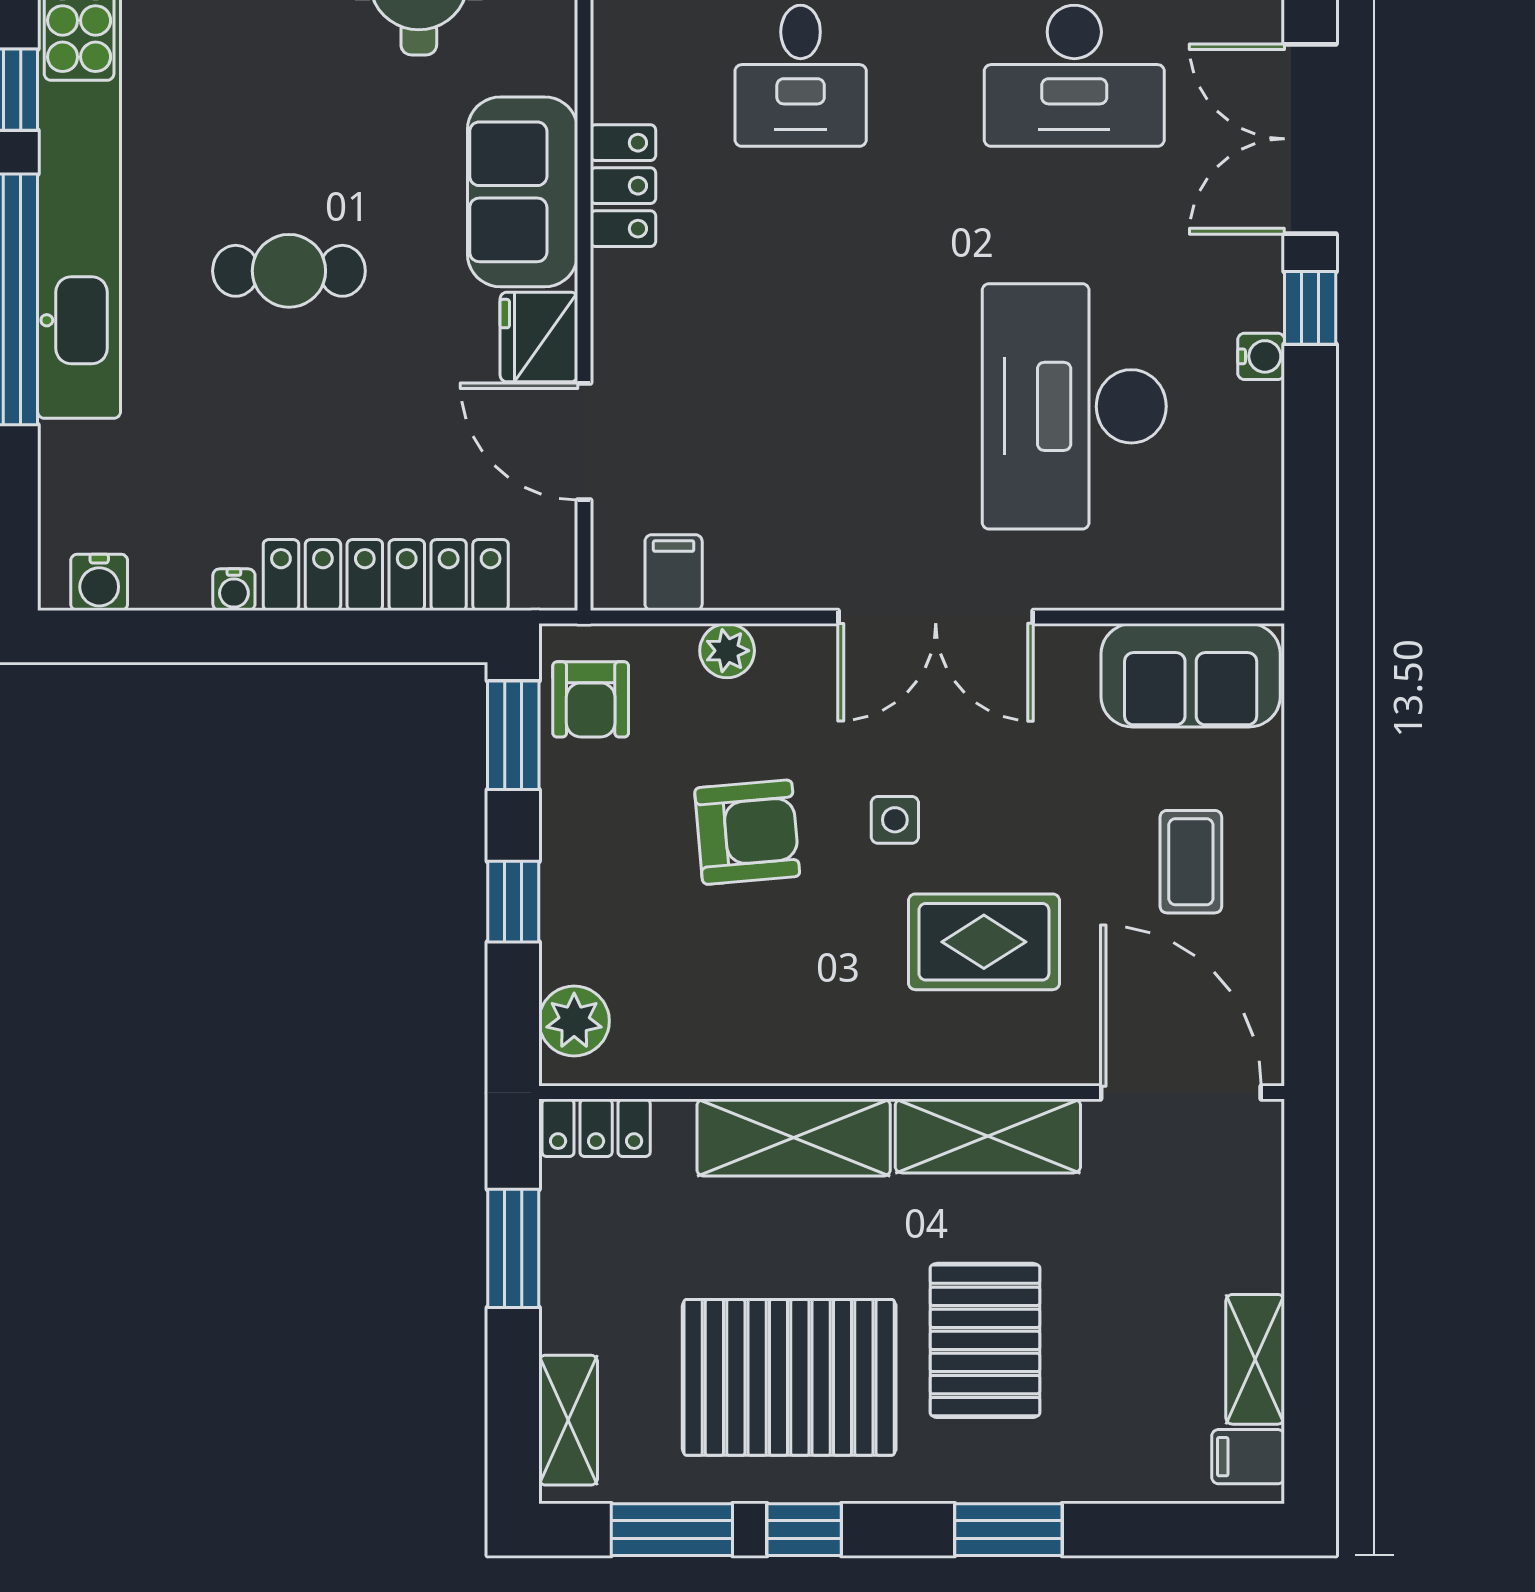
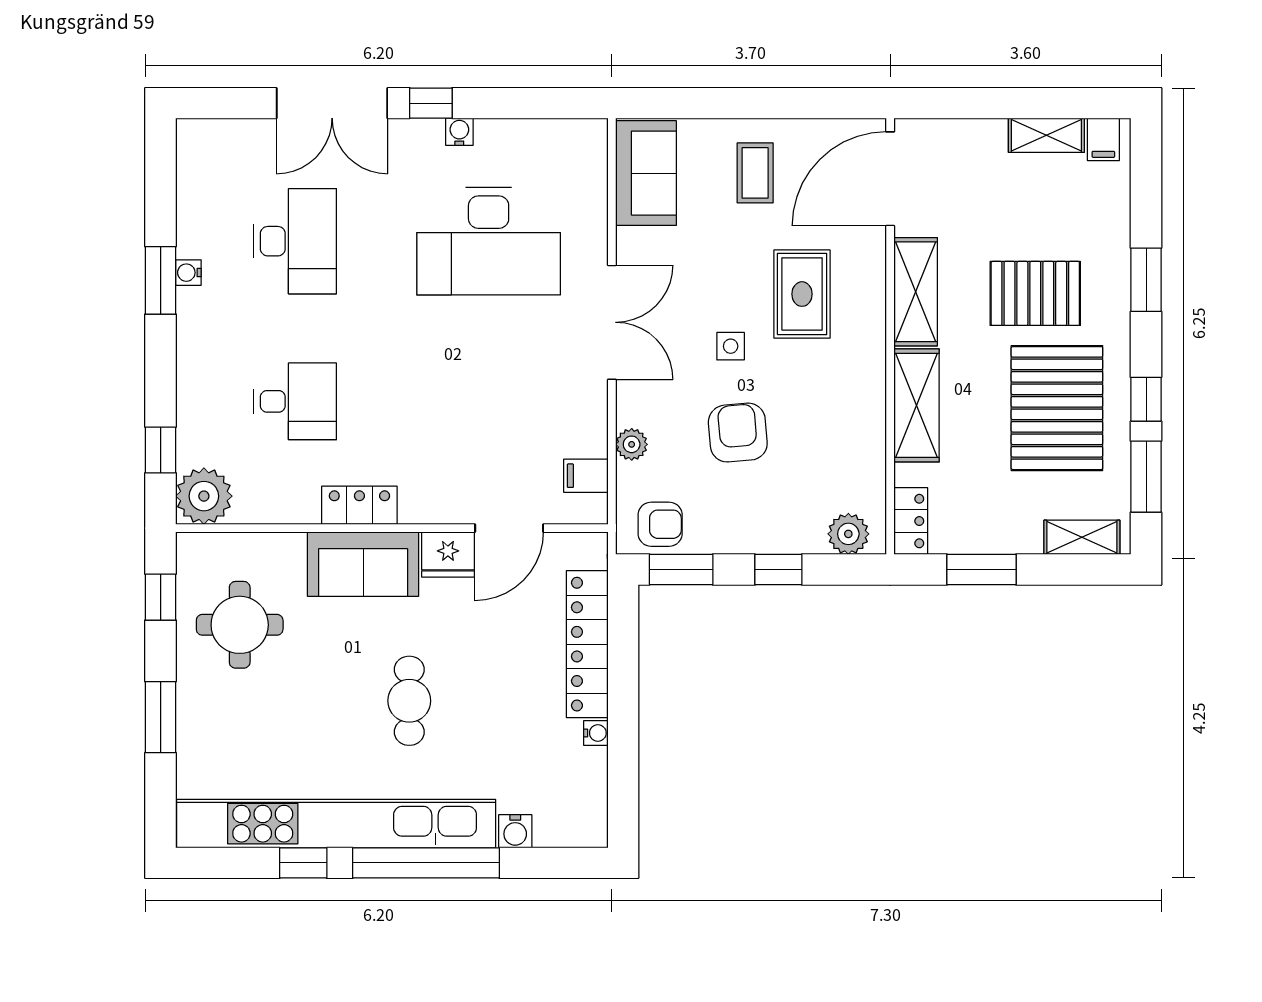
water cooler: (99, 582) -> (515, 831), moved, turned 90
coffee table: (1191, 862) -> (755, 173), turned 90

